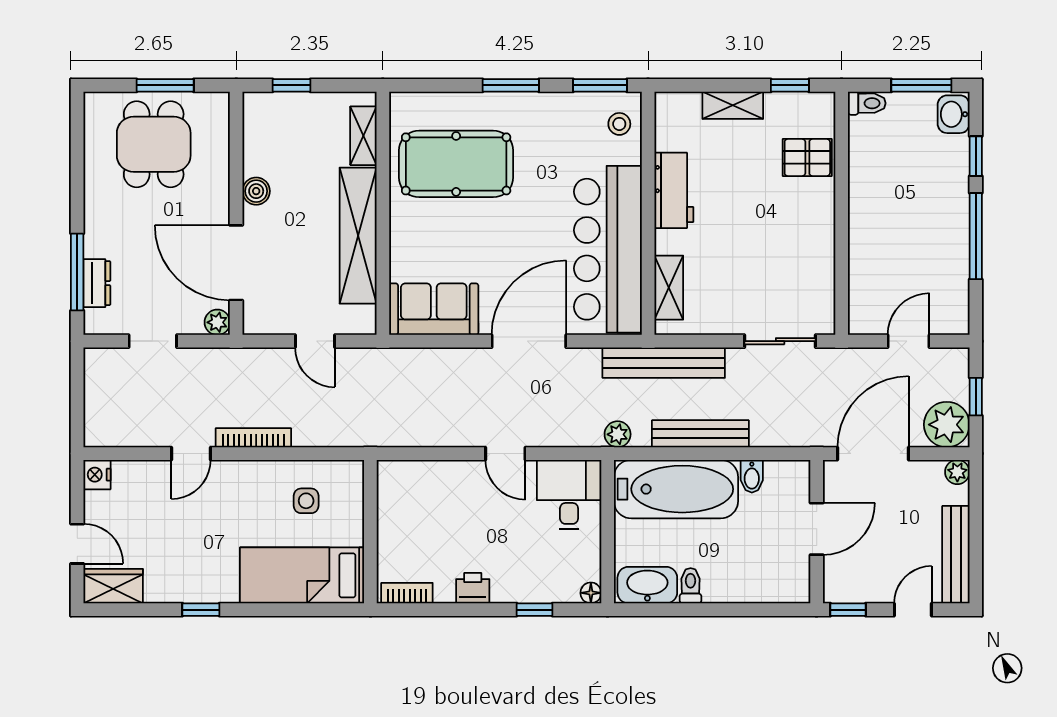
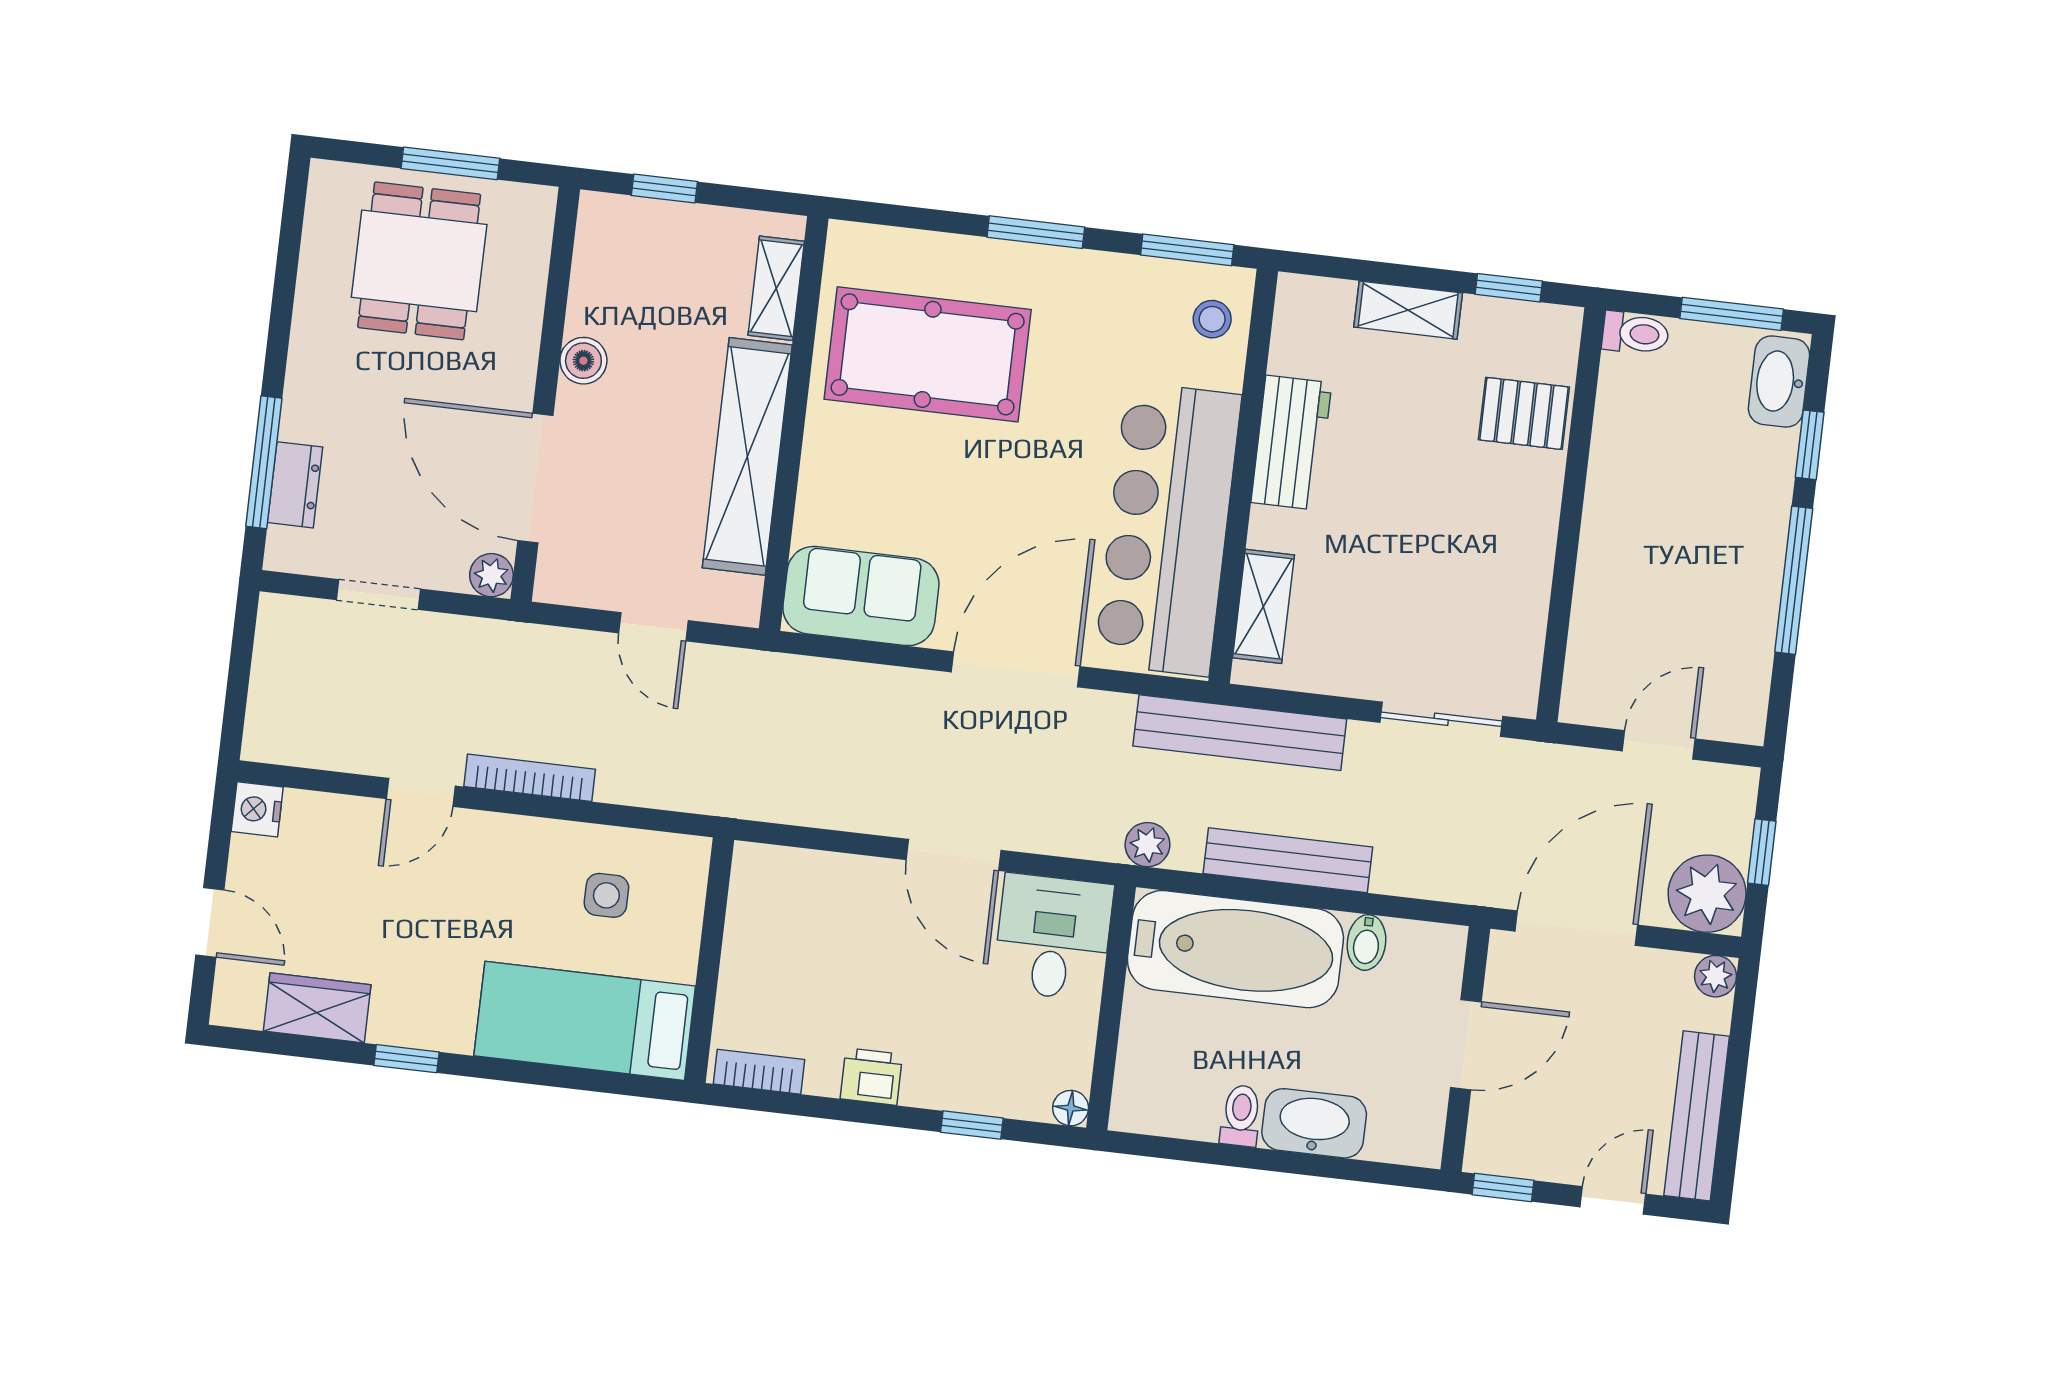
washbasin: (954, 114) -> (1779, 382), width x1.38
door: (505, 454) -> (954, 855), width x1.38
washbasin: (647, 585) -> (1314, 1123), moved
wardrobe: (113, 586) -> (317, 1008), moved

